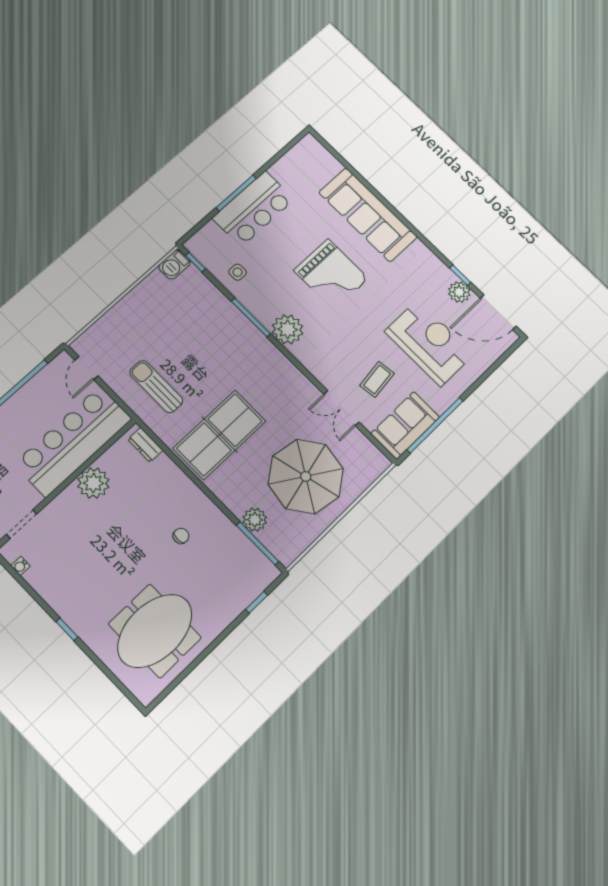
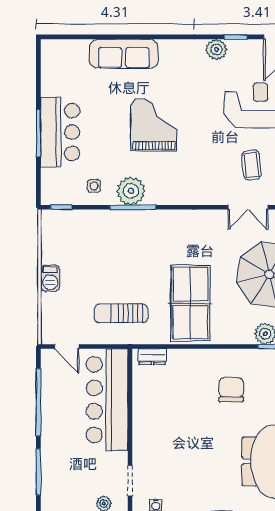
sofa: (368, 215) -> (124, 54), width x0.74, depth x0.79
barbecue: (175, 265) -> (50, 278), moved
grand piano: (331, 274) -> (154, 125), turned -90
plant: (459, 292) -> (216, 49), moved
plant: (288, 329) -> (131, 191), moved
plant: (93, 483) -> (146, 412), removed
chair: (181, 536) -> (231, 390), width x1.87, depth x1.87

